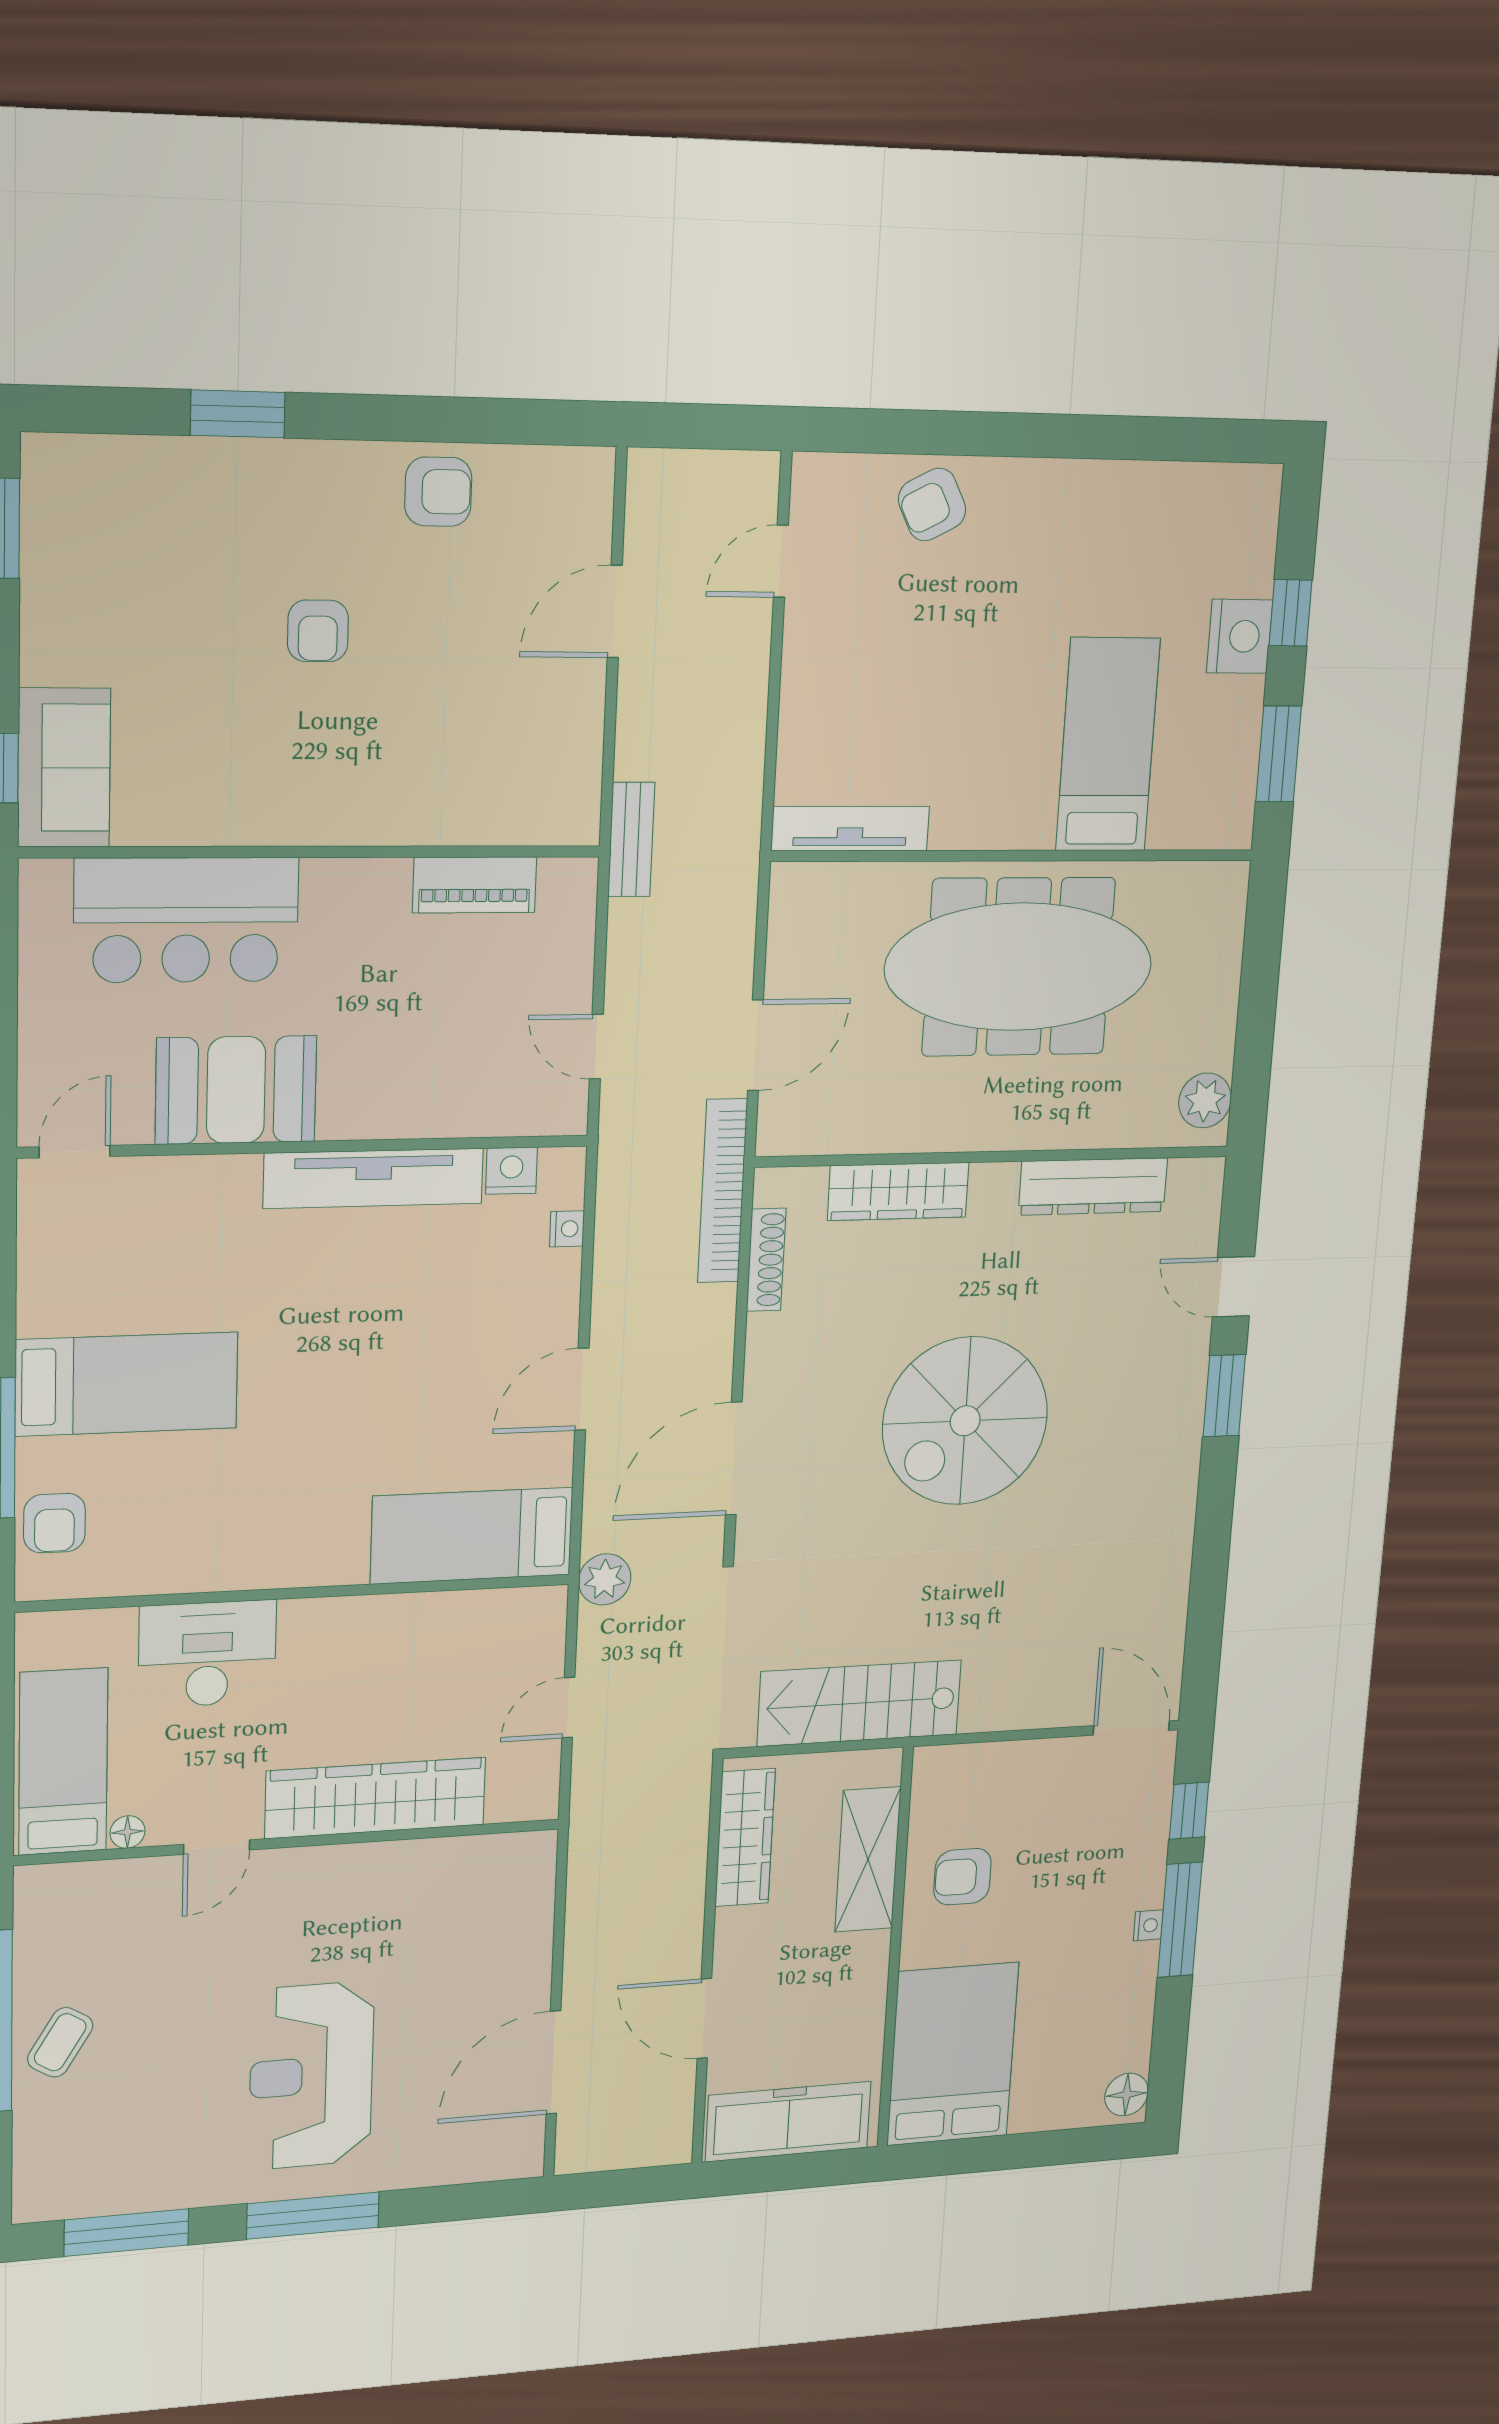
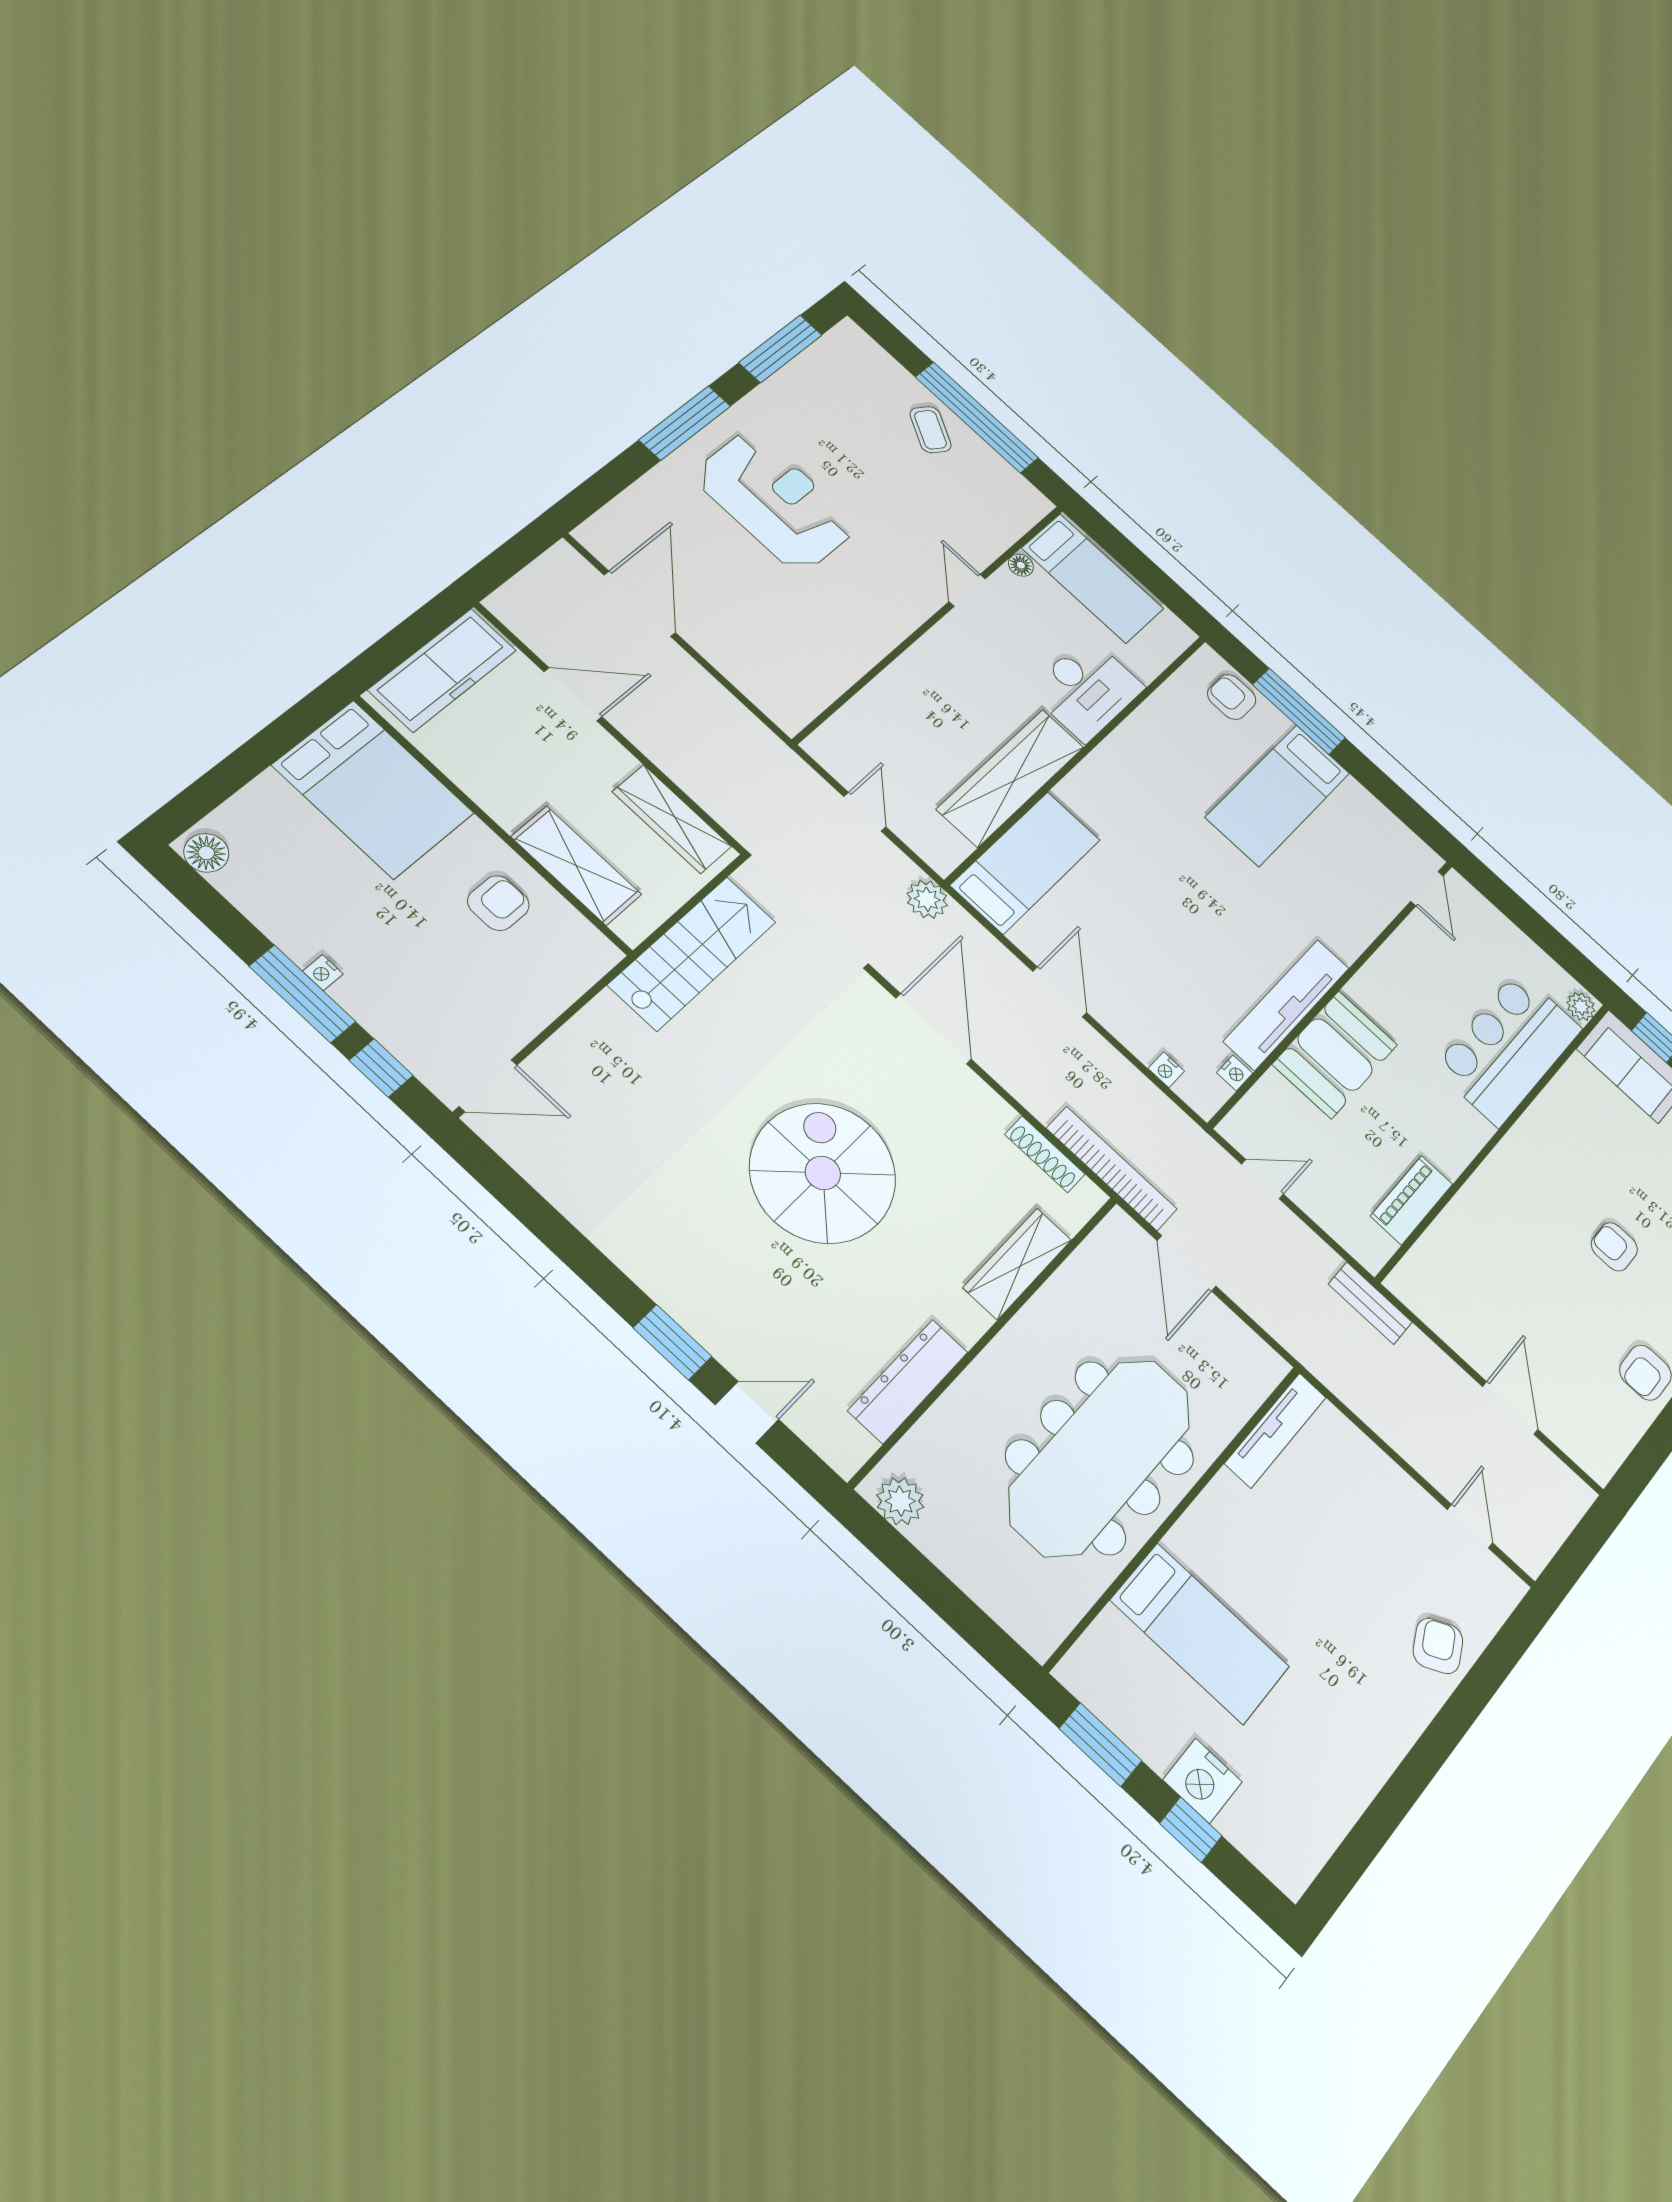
plant: (47, 881) -> (1581, 1006), added
booth: (236, 1090) -> (1335, 1055), moved
nightstand: (511, 1171) -> (1235, 1073), width x0.72, depth x0.74
wardrobe: (376, 1798) -> (1011, 778), moved, turned 180

